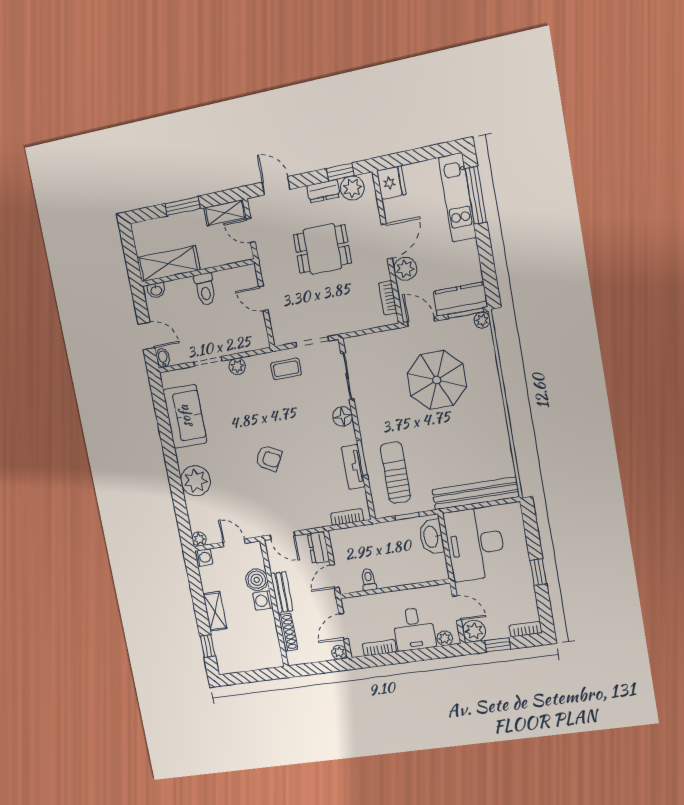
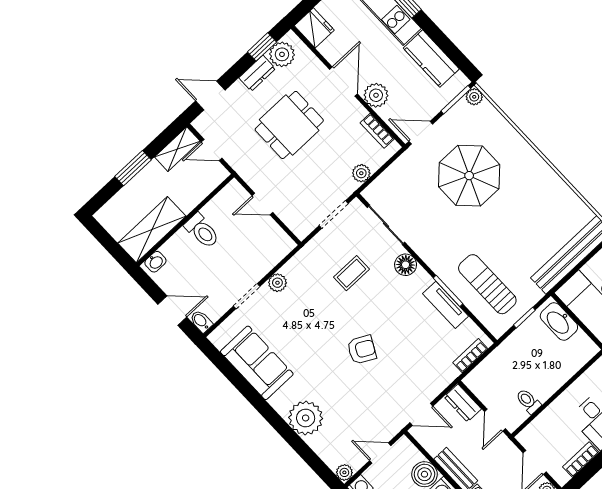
kitchen counter: (460, 299) -> (431, 59), moved, turned -90
plant: (354, 323) -> (361, 173), added
coffee table: (286, 369) -> (352, 273), moved

